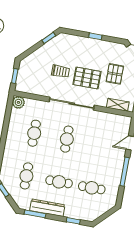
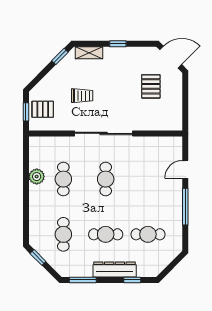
pallet: (87, 78) -> (43, 109), moved, width x0.67, depth x0.71
plant: (18, 102) -> (37, 177), moved
shelving: (118, 105) -> (89, 53), moved
dresser: (47, 208) -> (115, 269), moved

